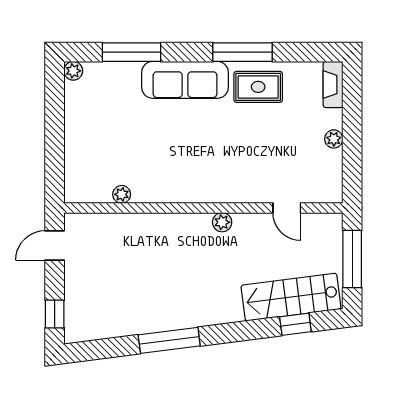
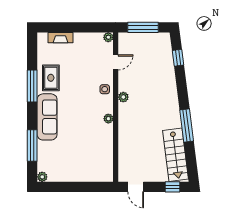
fireplace: (333, 85) -> (61, 38), moved
plant: (334, 139) -> (108, 37), moved
side table: (237, 187) -> (105, 89), added
plant: (122, 194) -> (108, 119), moved
stairs: (291, 297) -> (176, 155), moved

